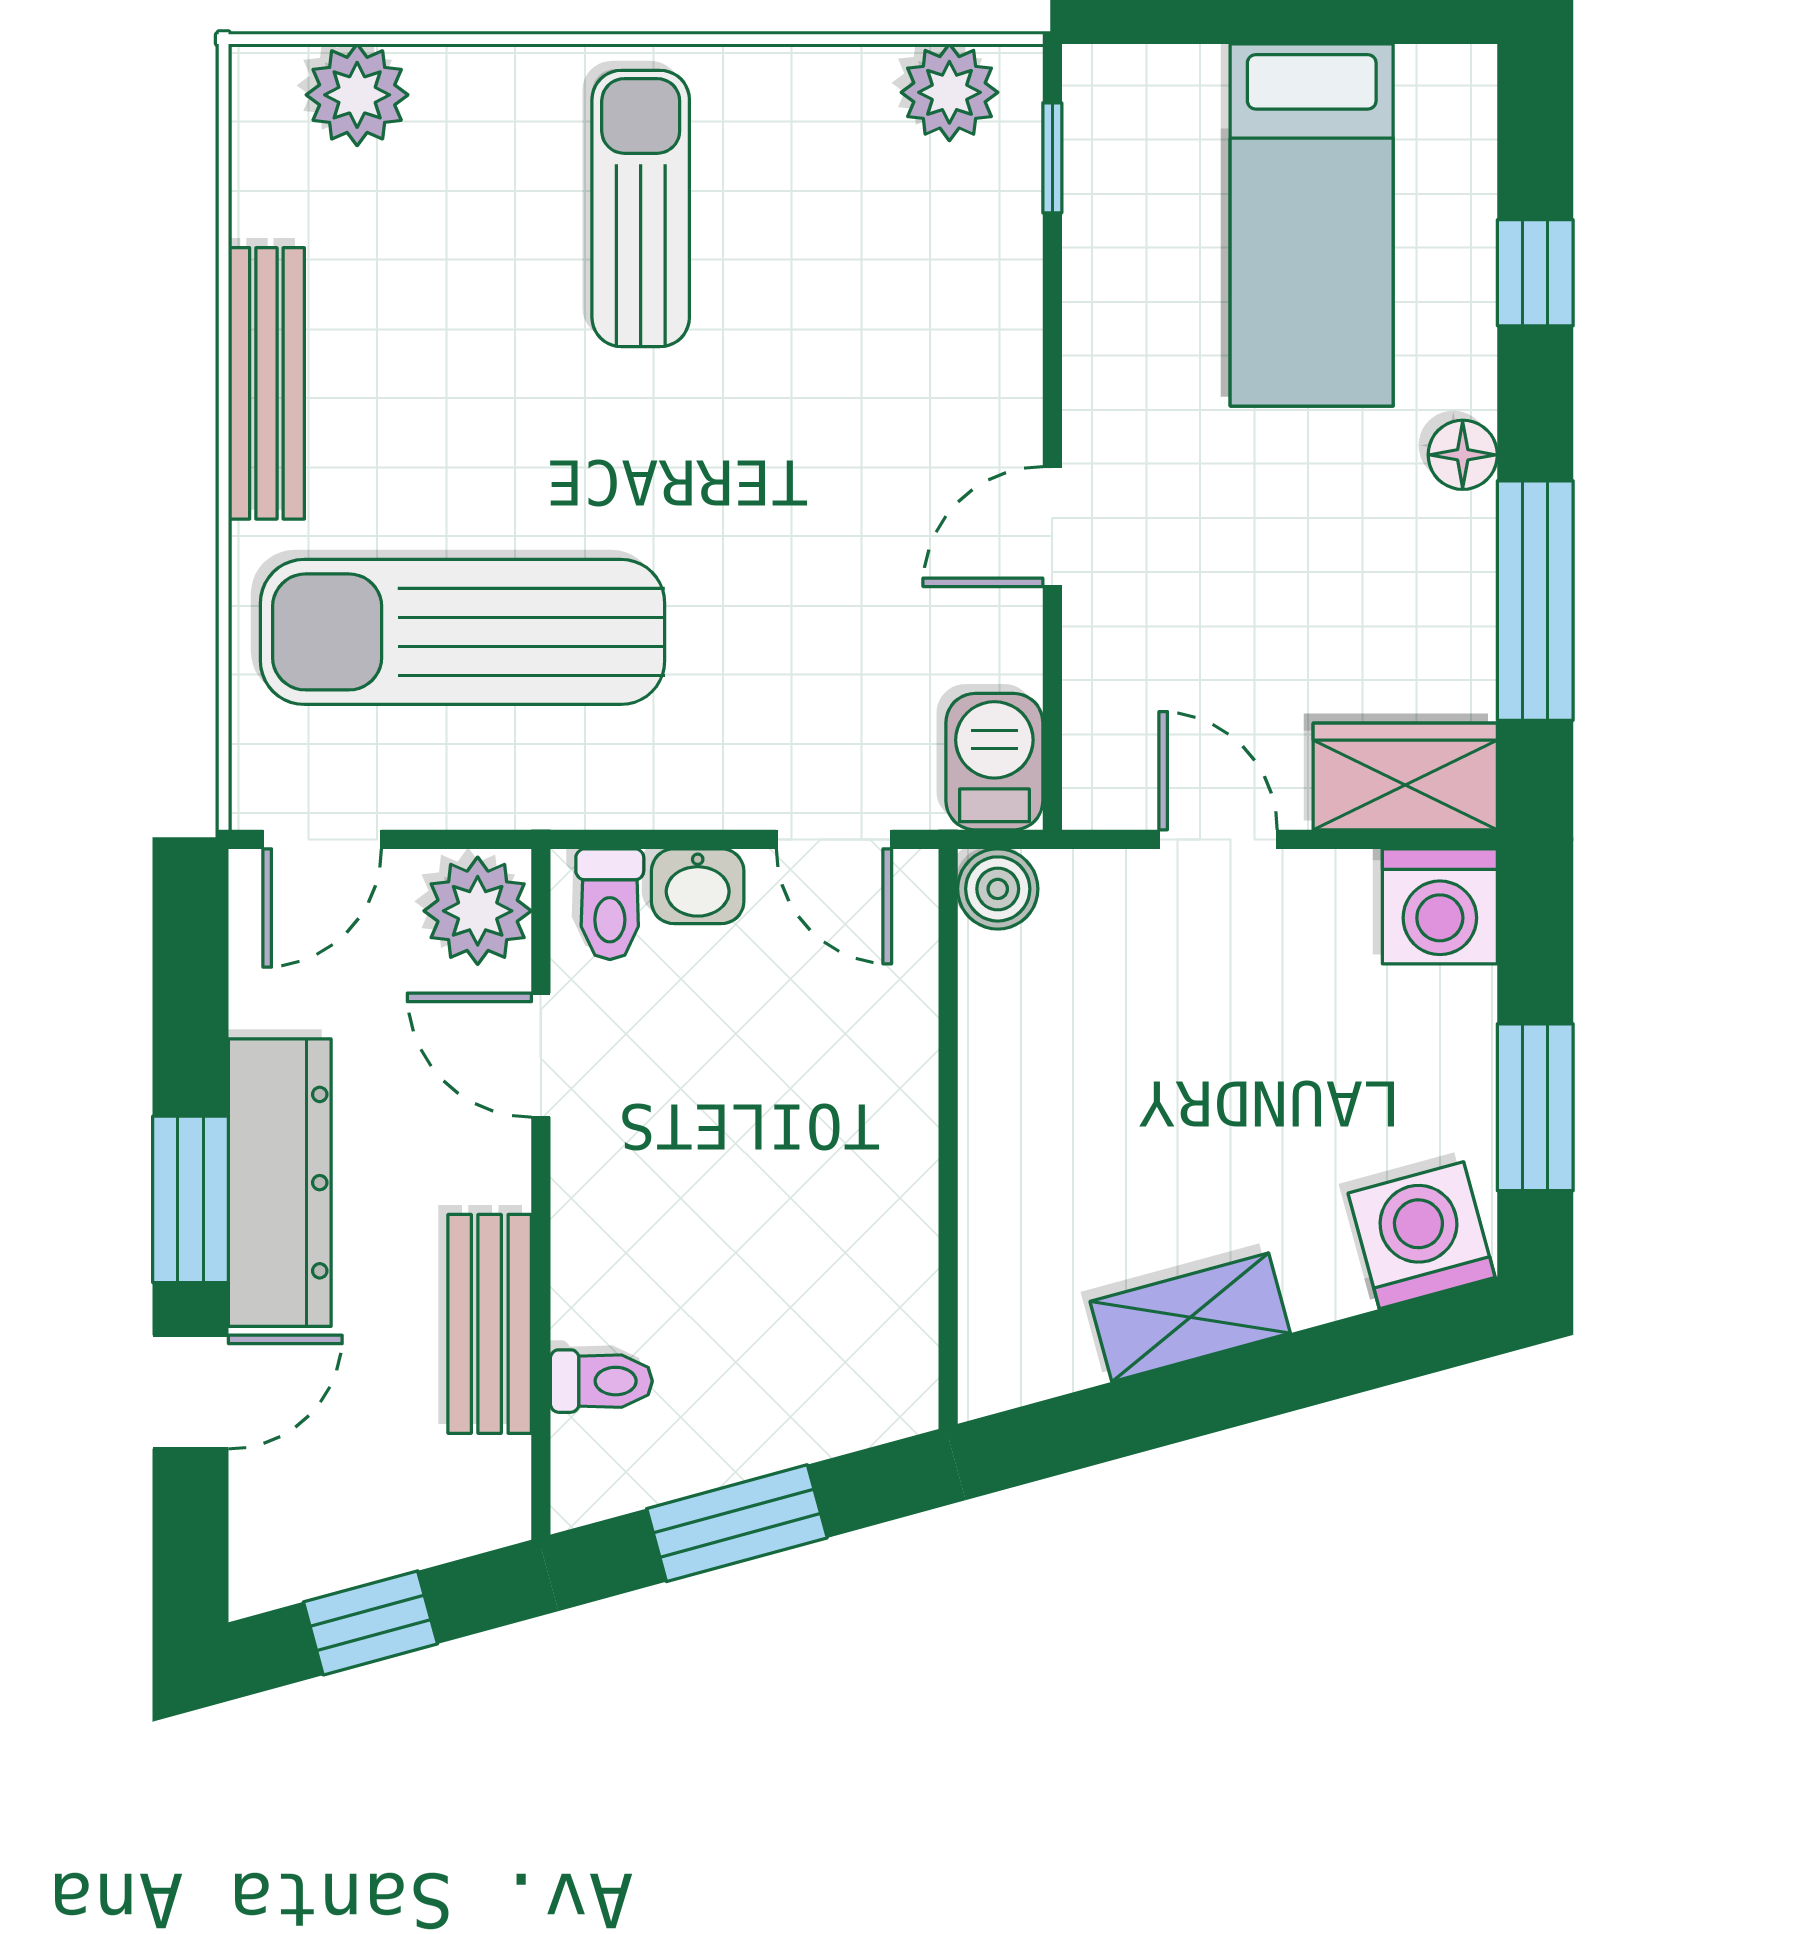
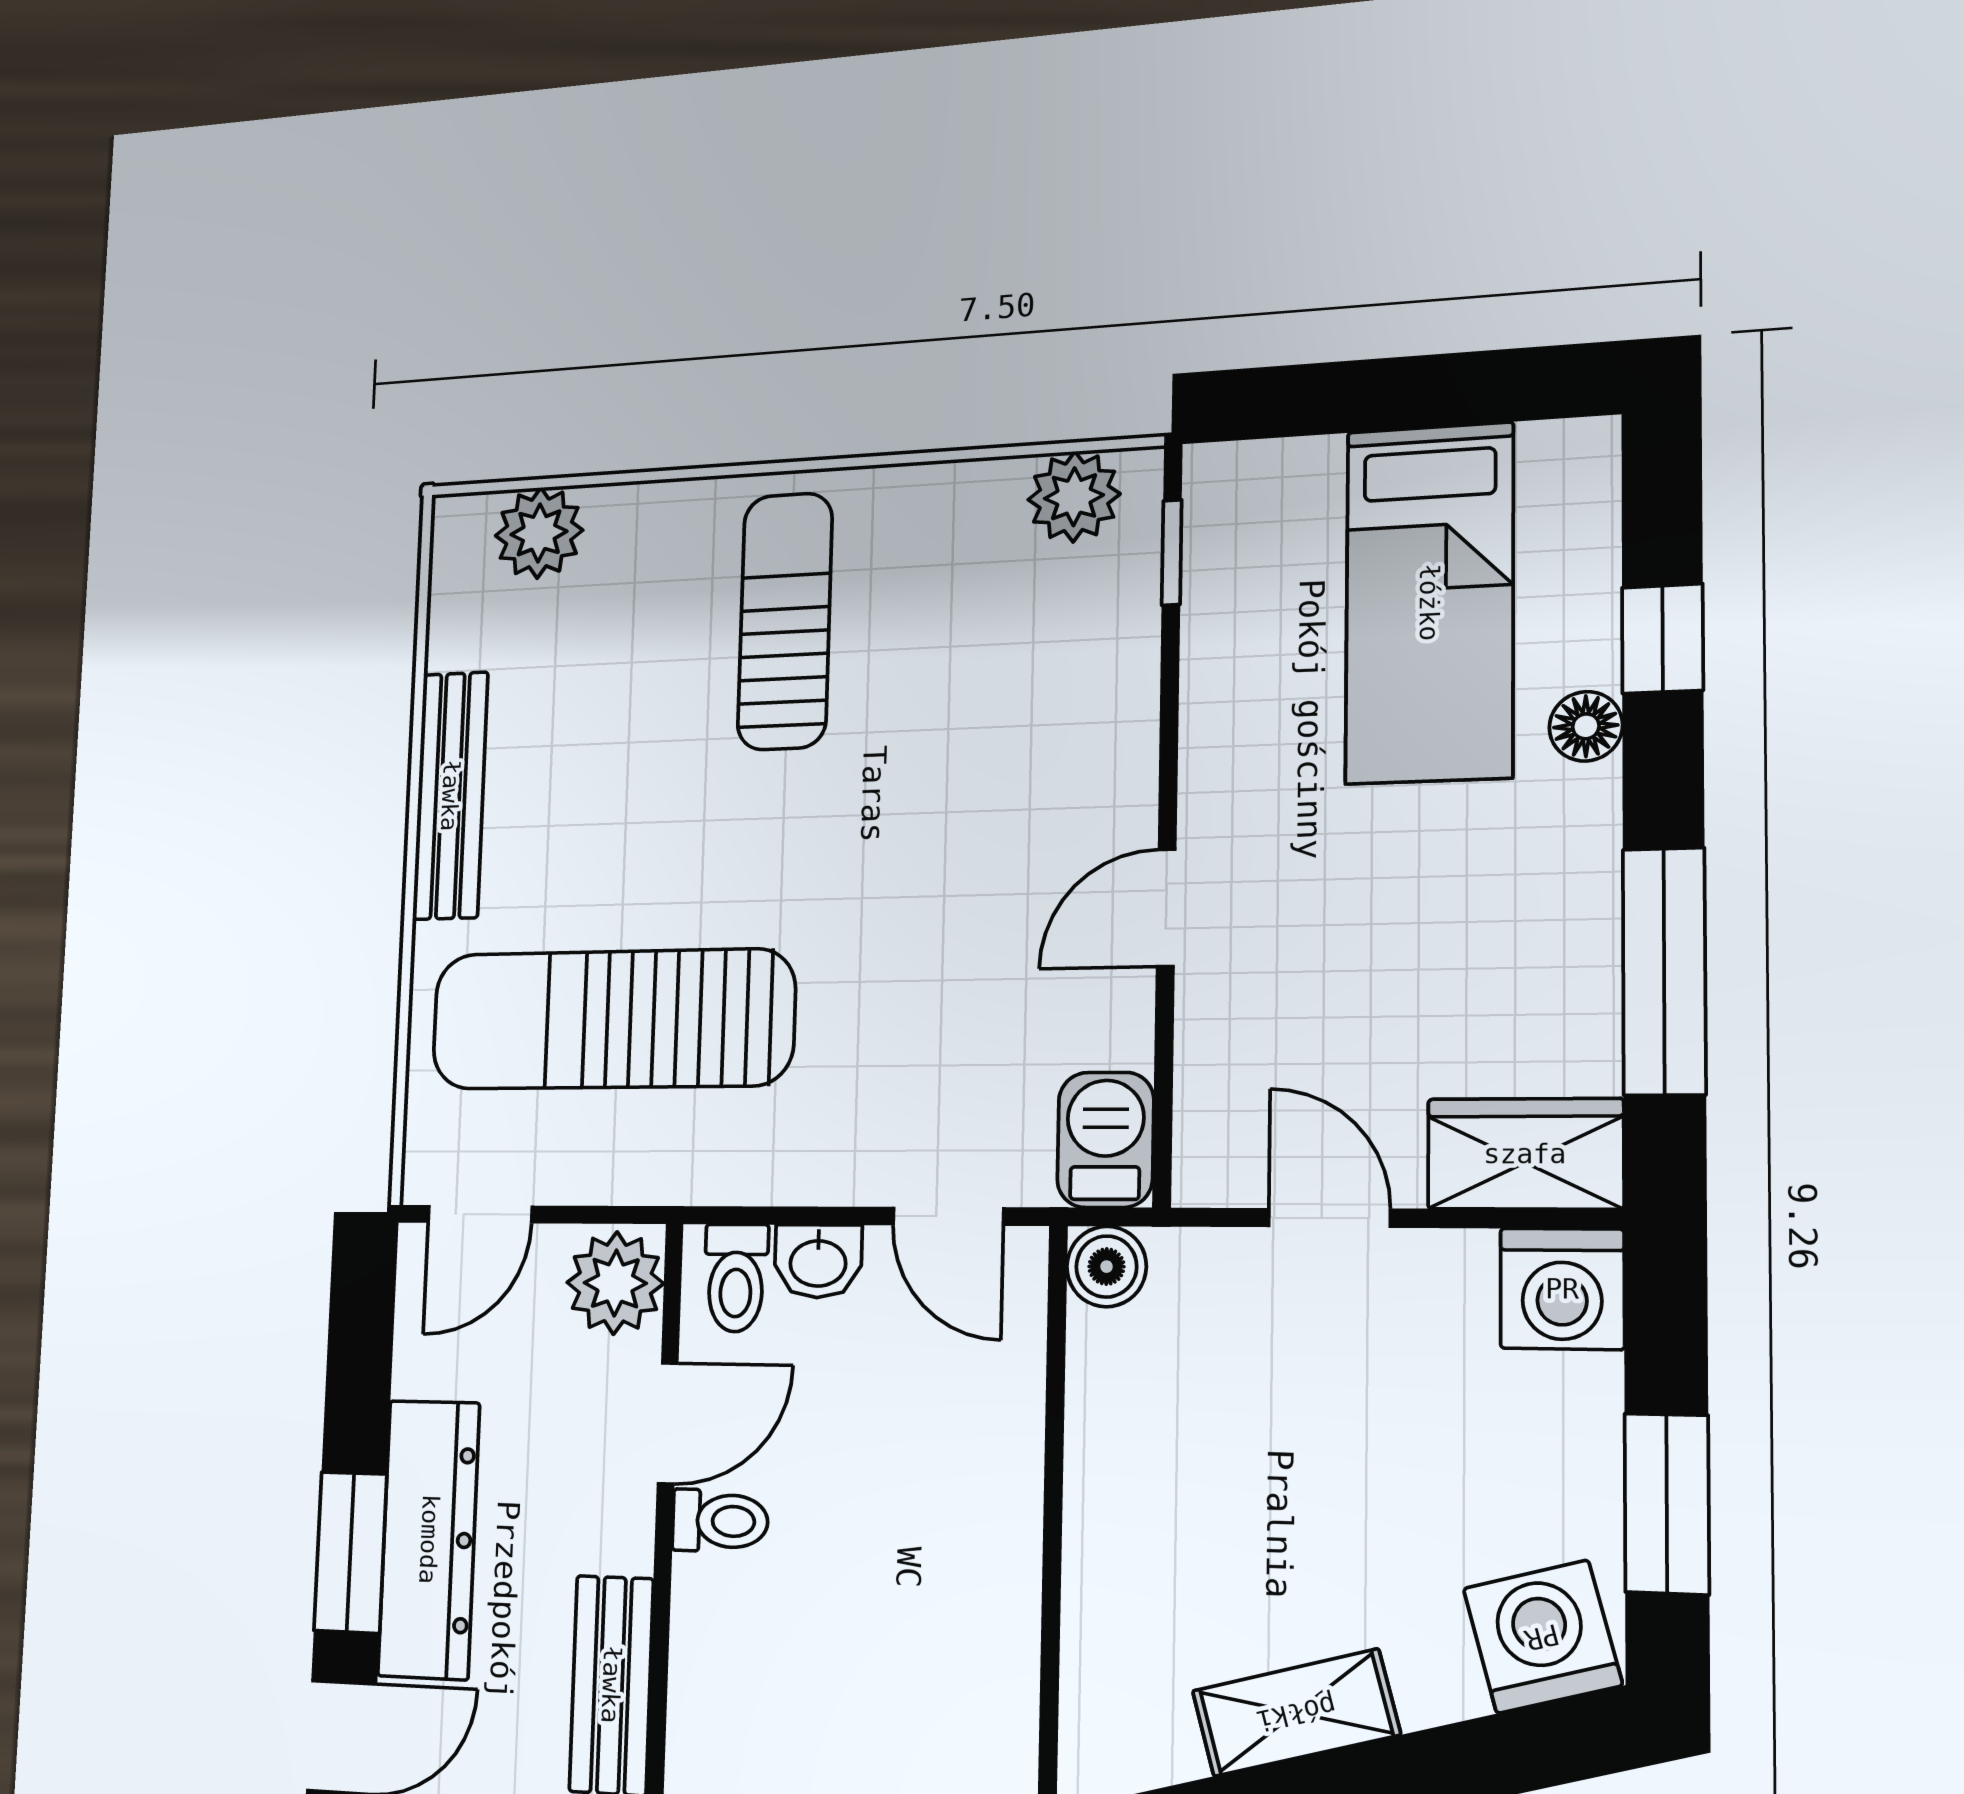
floor lamp: (1463, 455) -> (1586, 726), moved
door: (541, 1055) -> (668, 1423), swing flipped
toilet: (601, 1381) -> (720, 1521), moved

